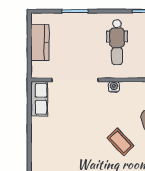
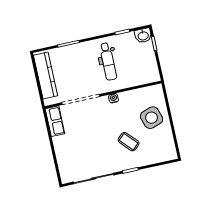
kitchen counter: (40, 42) -> (46, 75), width x1.50

